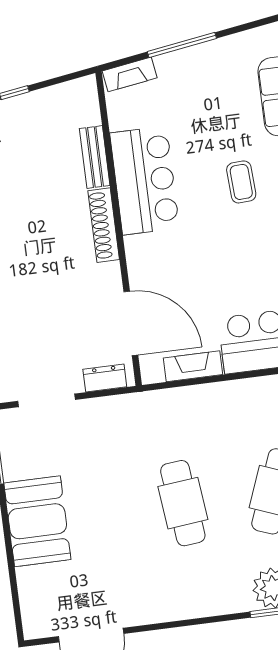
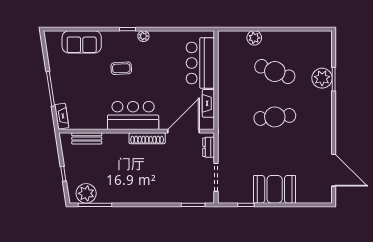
bench: (95, 157) -> (87, 138), moved
bar counter: (145, 181) -> (133, 115), moved
shoe rack: (104, 225) -> (147, 138), moved

